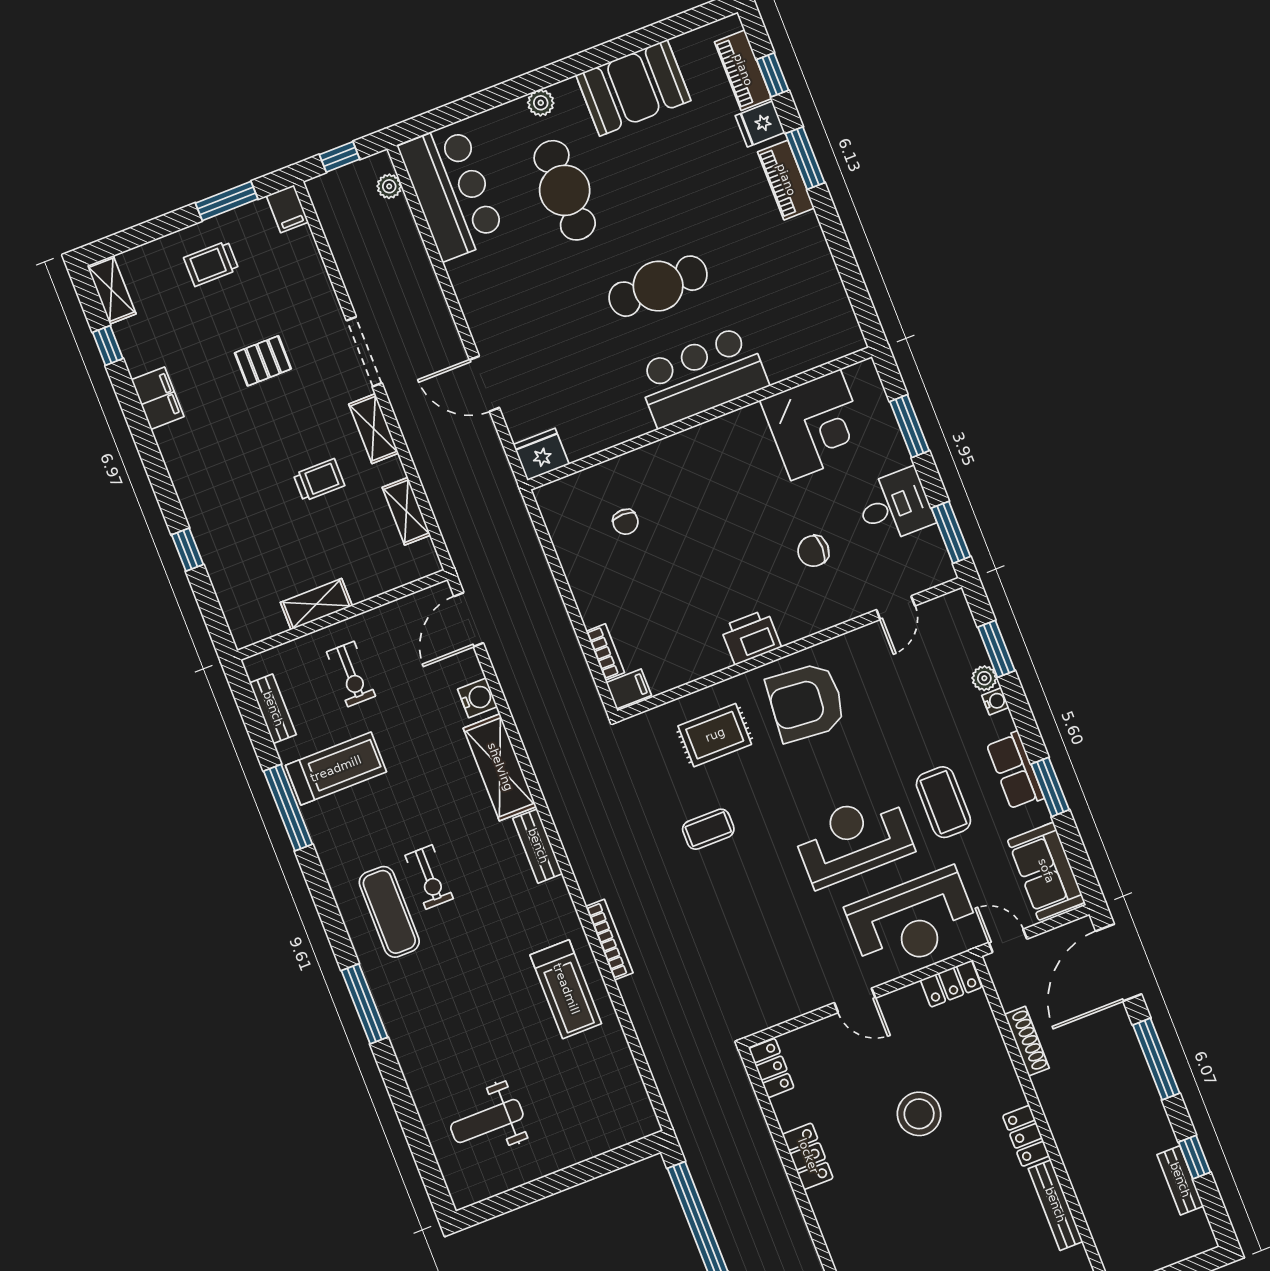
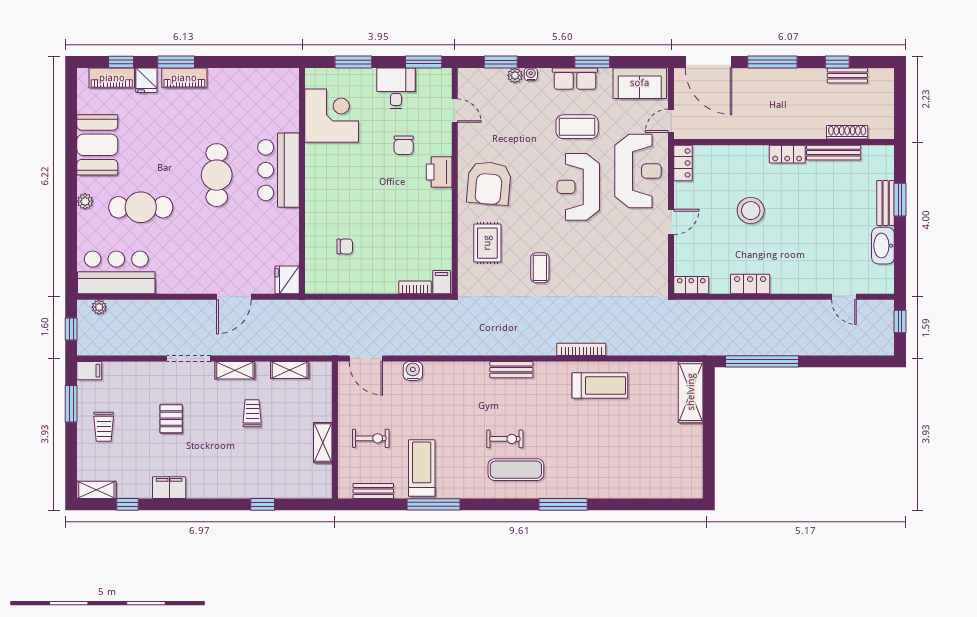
printer: (751, 637) -> (439, 172), moved
shelving: (500, 767) -> (691, 392), moved, turned 90
shoe rack: (1027, 1041) -> (847, 132), moved
weight bench: (487, 1121) -> (658, 460), removed

